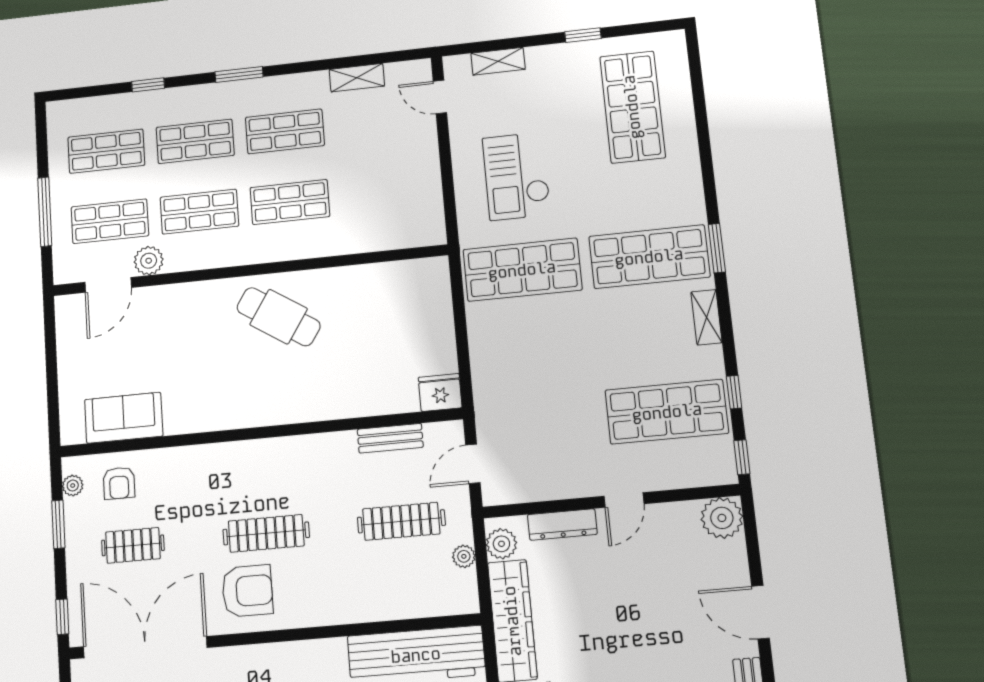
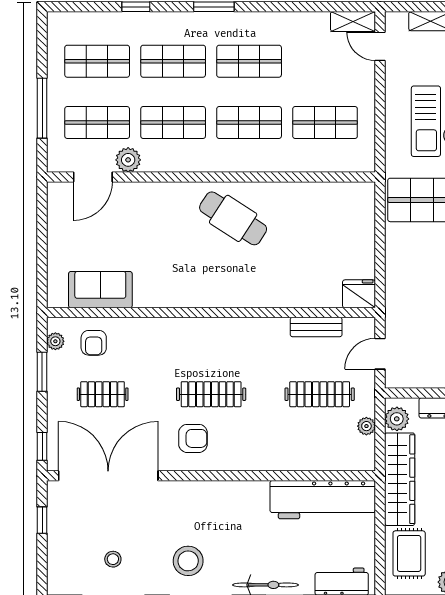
shelving: (357, 78) -> (353, 21), moved
shop shelf: (381, 192) -> (325, 123), added
armchair: (247, 591) -> (193, 438), width x0.72, depth x0.72

